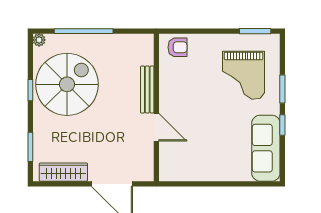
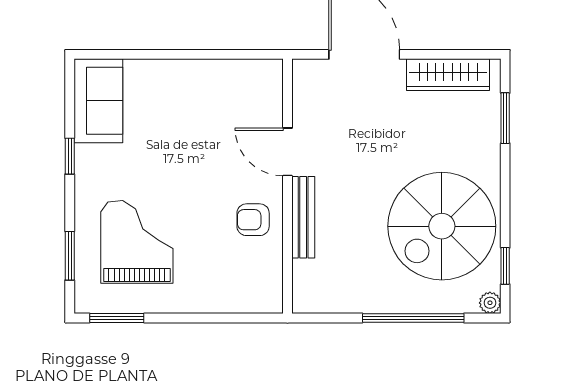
armchair: (177, 47) -> (253, 220), moved
window: (282, 89) -> (70, 256), moved
window: (30, 90) -> (505, 266), moved
sofa: (266, 148) -> (98, 101), width x0.73

